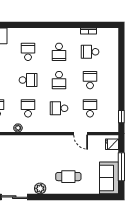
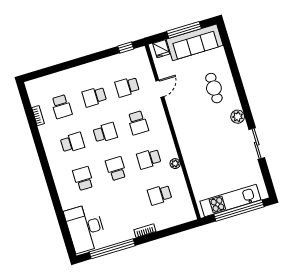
school desk: (28, 52) -> (83, 179), turned 90
sofa: (109, 178) -> (195, 42), width x1.36

